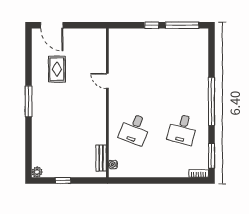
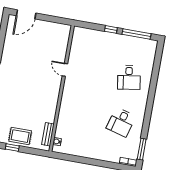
door: (52, 25) -> (26, 14), hinge flipped
rug: (57, 69) -> (20, 136), moved, turned 90
window: (211, 101) -> (150, 103), removed
desk: (135, 129) -> (129, 77), moved, turned -30

